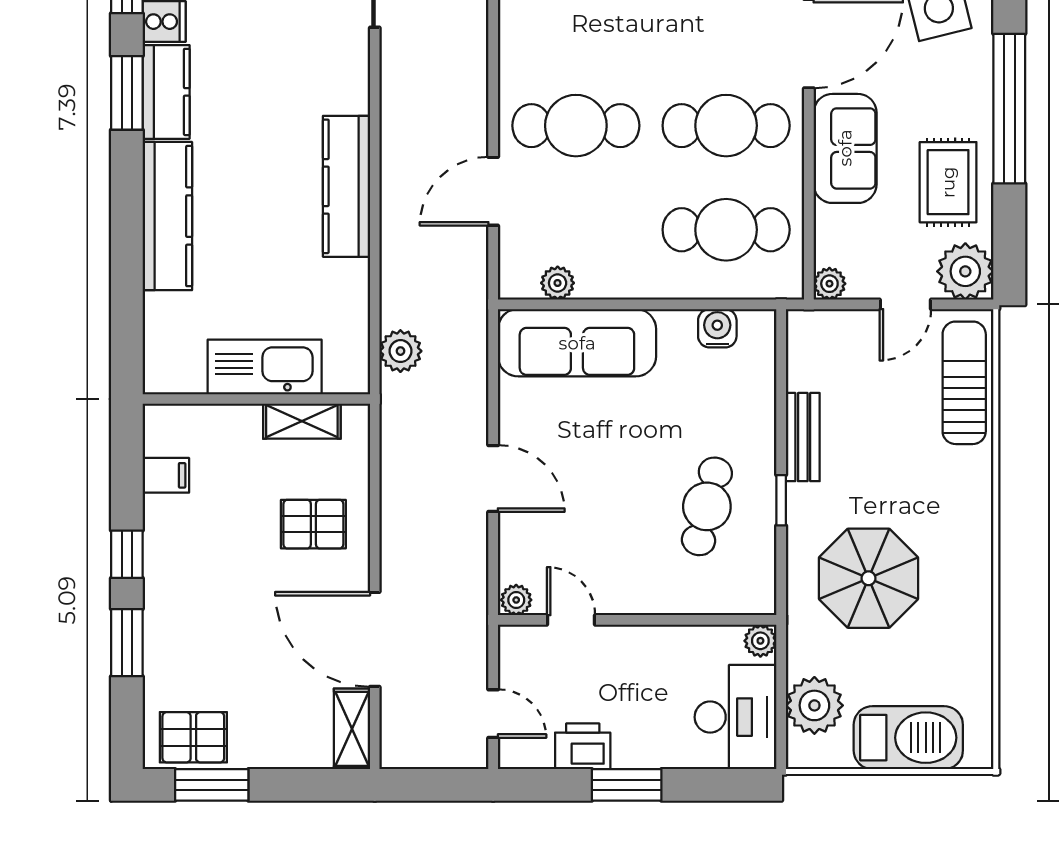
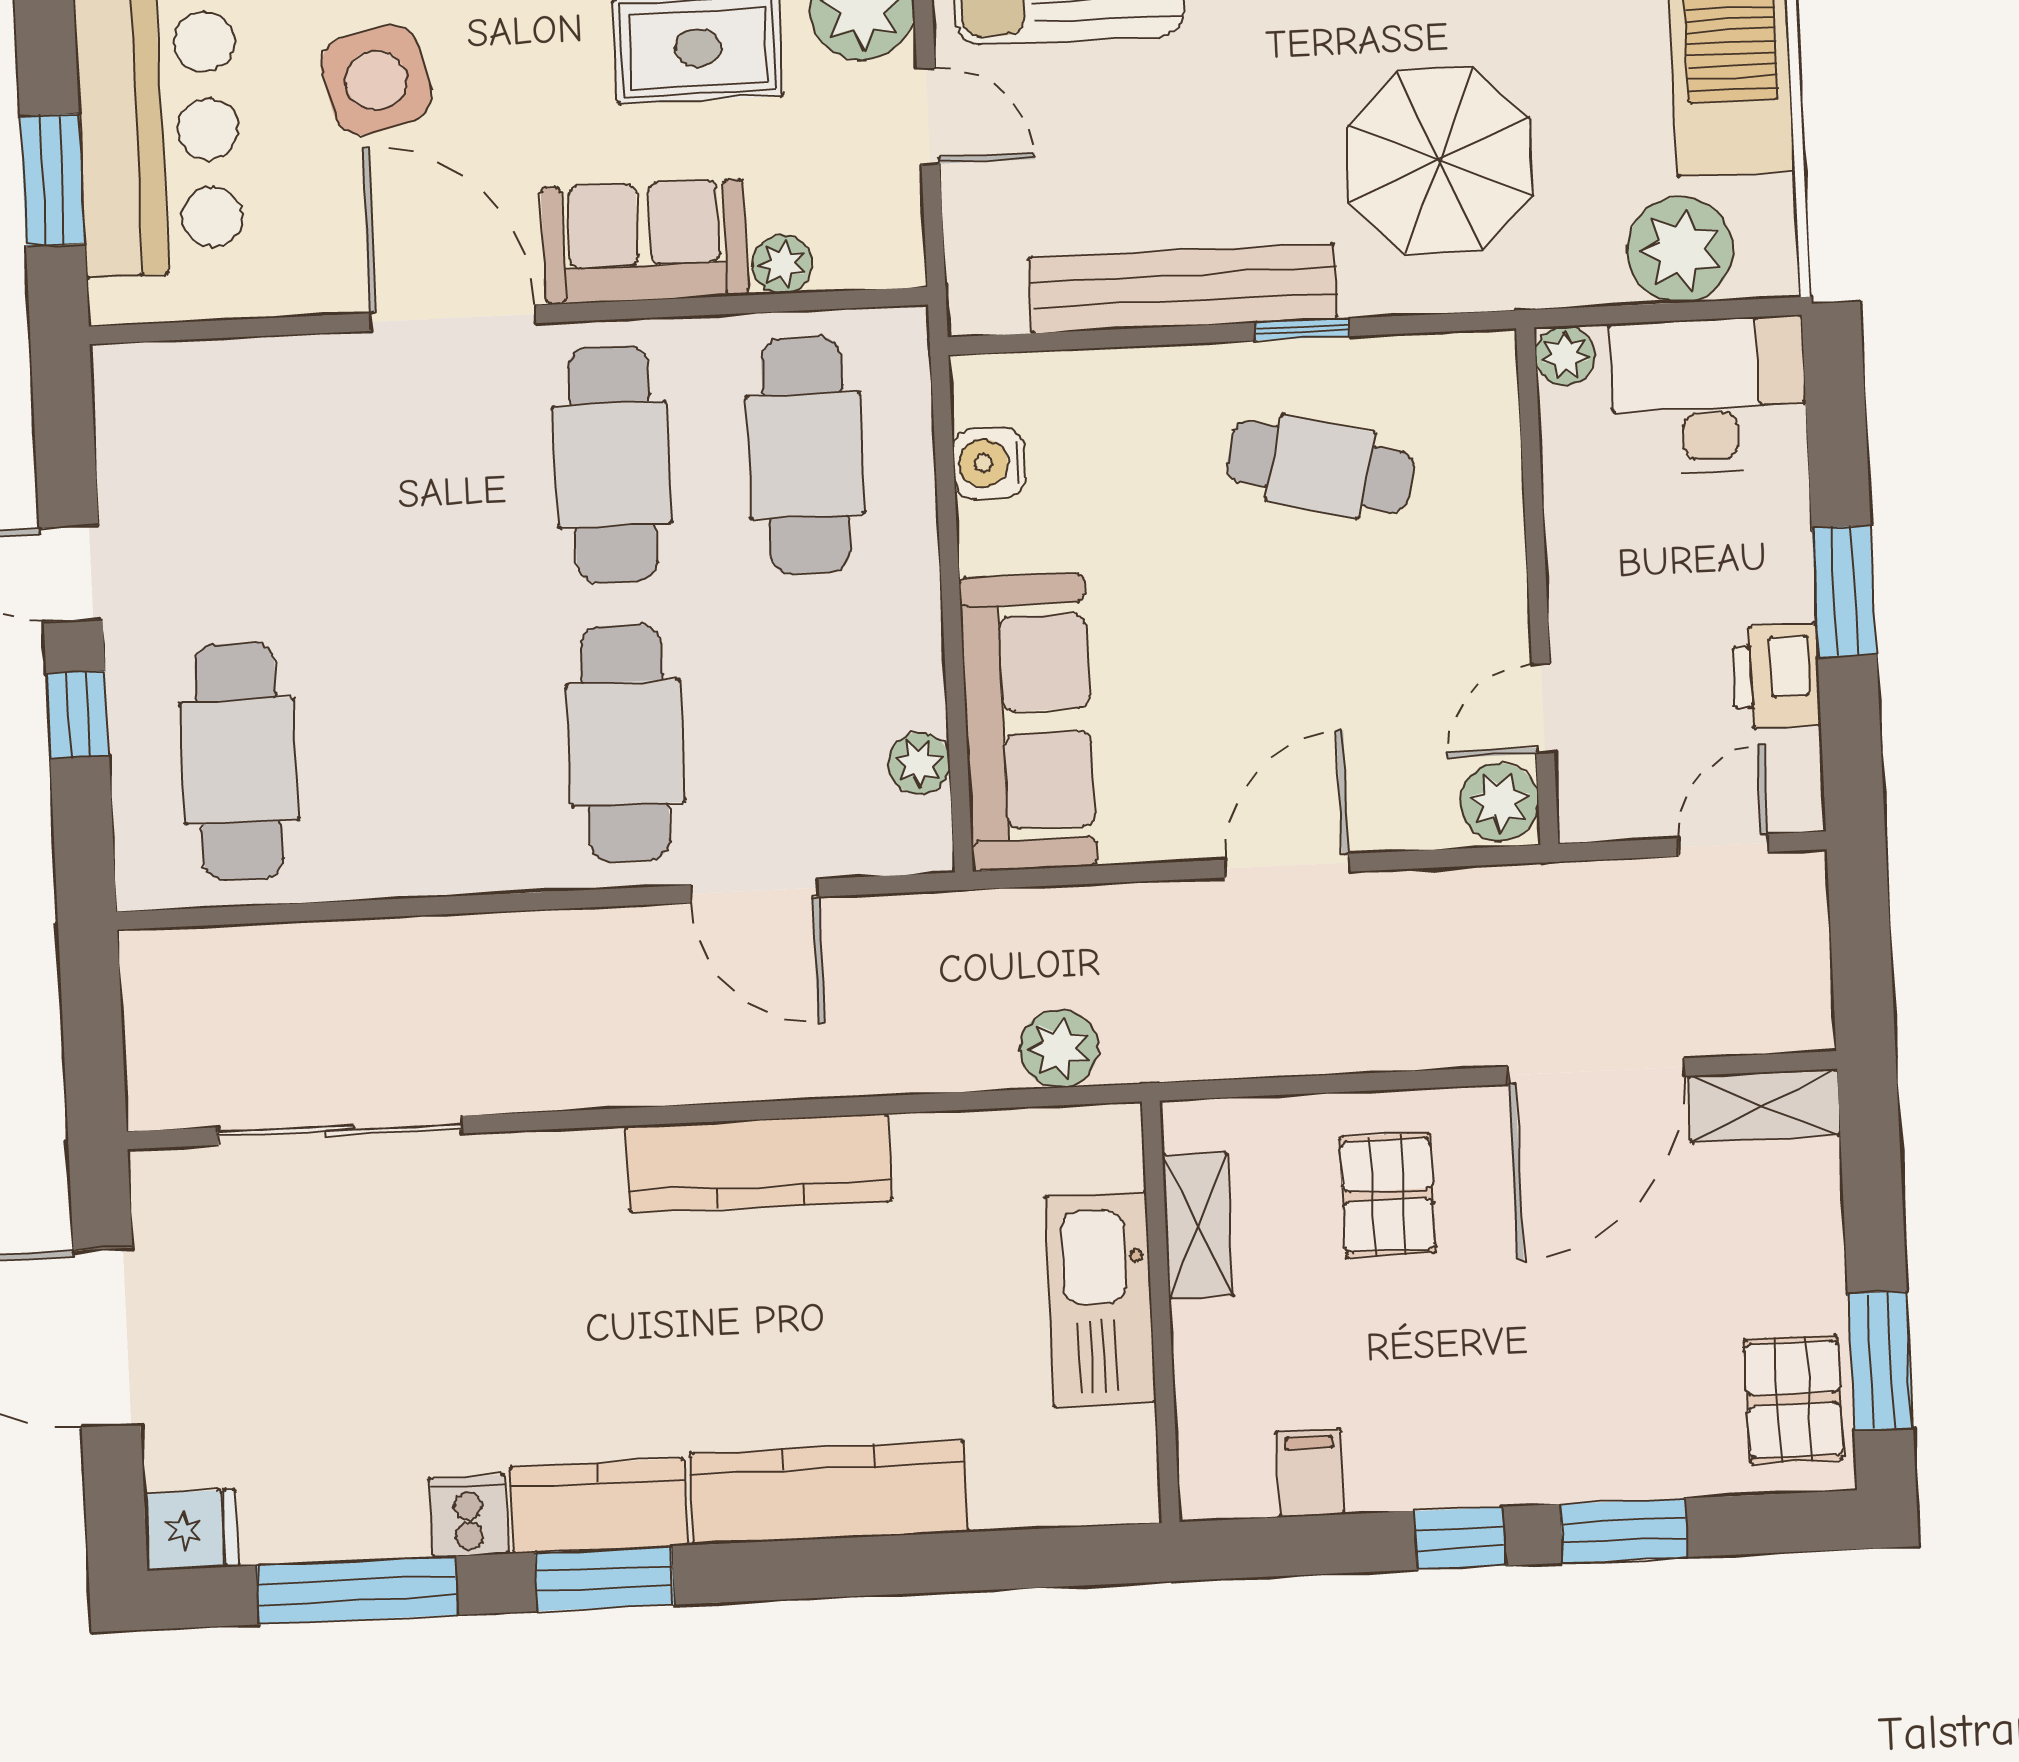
plant: (829, 284) -> (782, 264), moved
bench: (803, 437) -> (1183, 288), width x1.86, depth x1.21
plant: (516, 600) -> (1500, 802), width x1.38, depth x1.38

